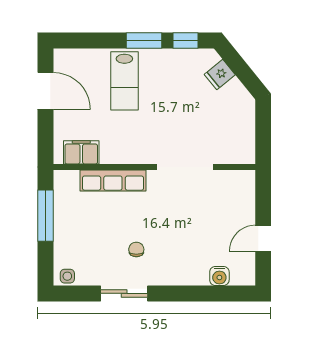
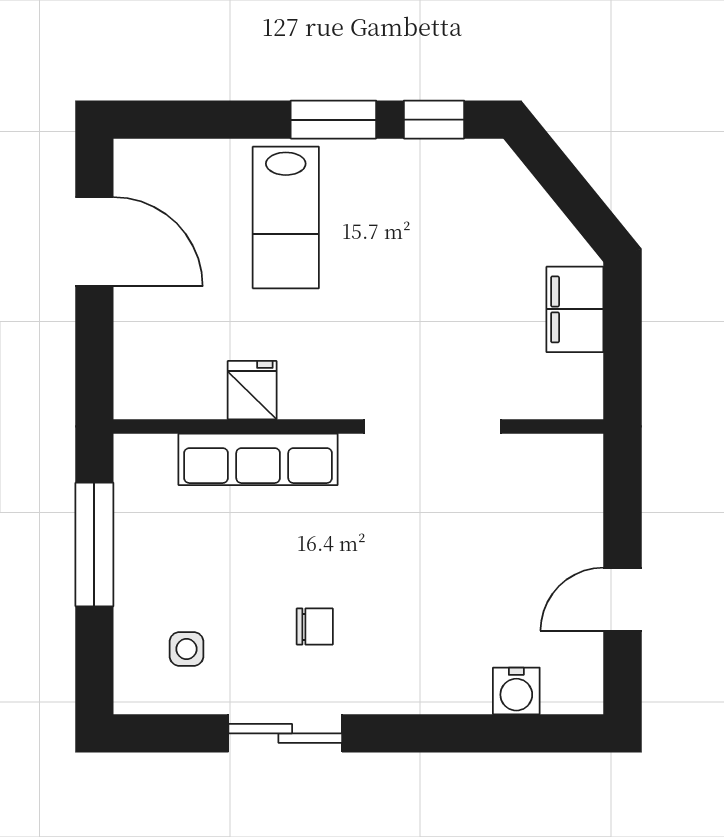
fridge: (220, 75) -> (252, 390), moved, turned 129
filing cabinet: (81, 152) -> (575, 309), moved, turned -90
chair: (136, 249) -> (315, 627), turned 90
side table: (67, 276) -> (187, 649), moved

